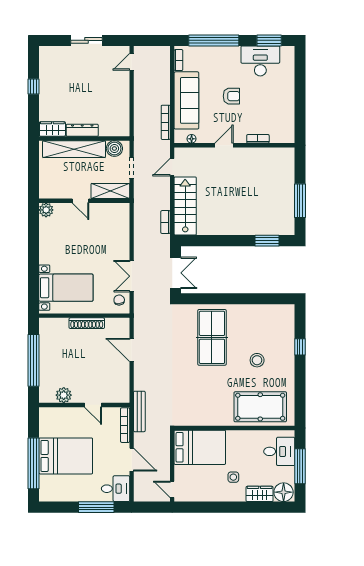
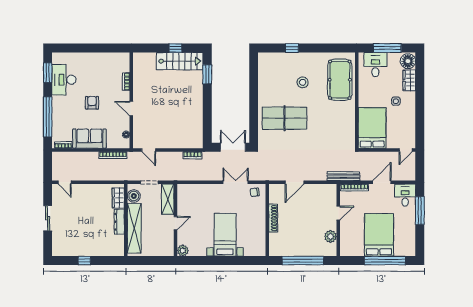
sofa: (186, 100) -> (89, 139), width x0.73
wardrobe: (52, 129) -> (118, 198), moved
window: (300, 201) -> (175, 48), width x0.46
stairs: (185, 206) -> (180, 61), moved, turned 180
double door: (132, 276) -> (236, 182), swing flipped
bed with nightstands: (66, 288) -> (225, 235), moved

